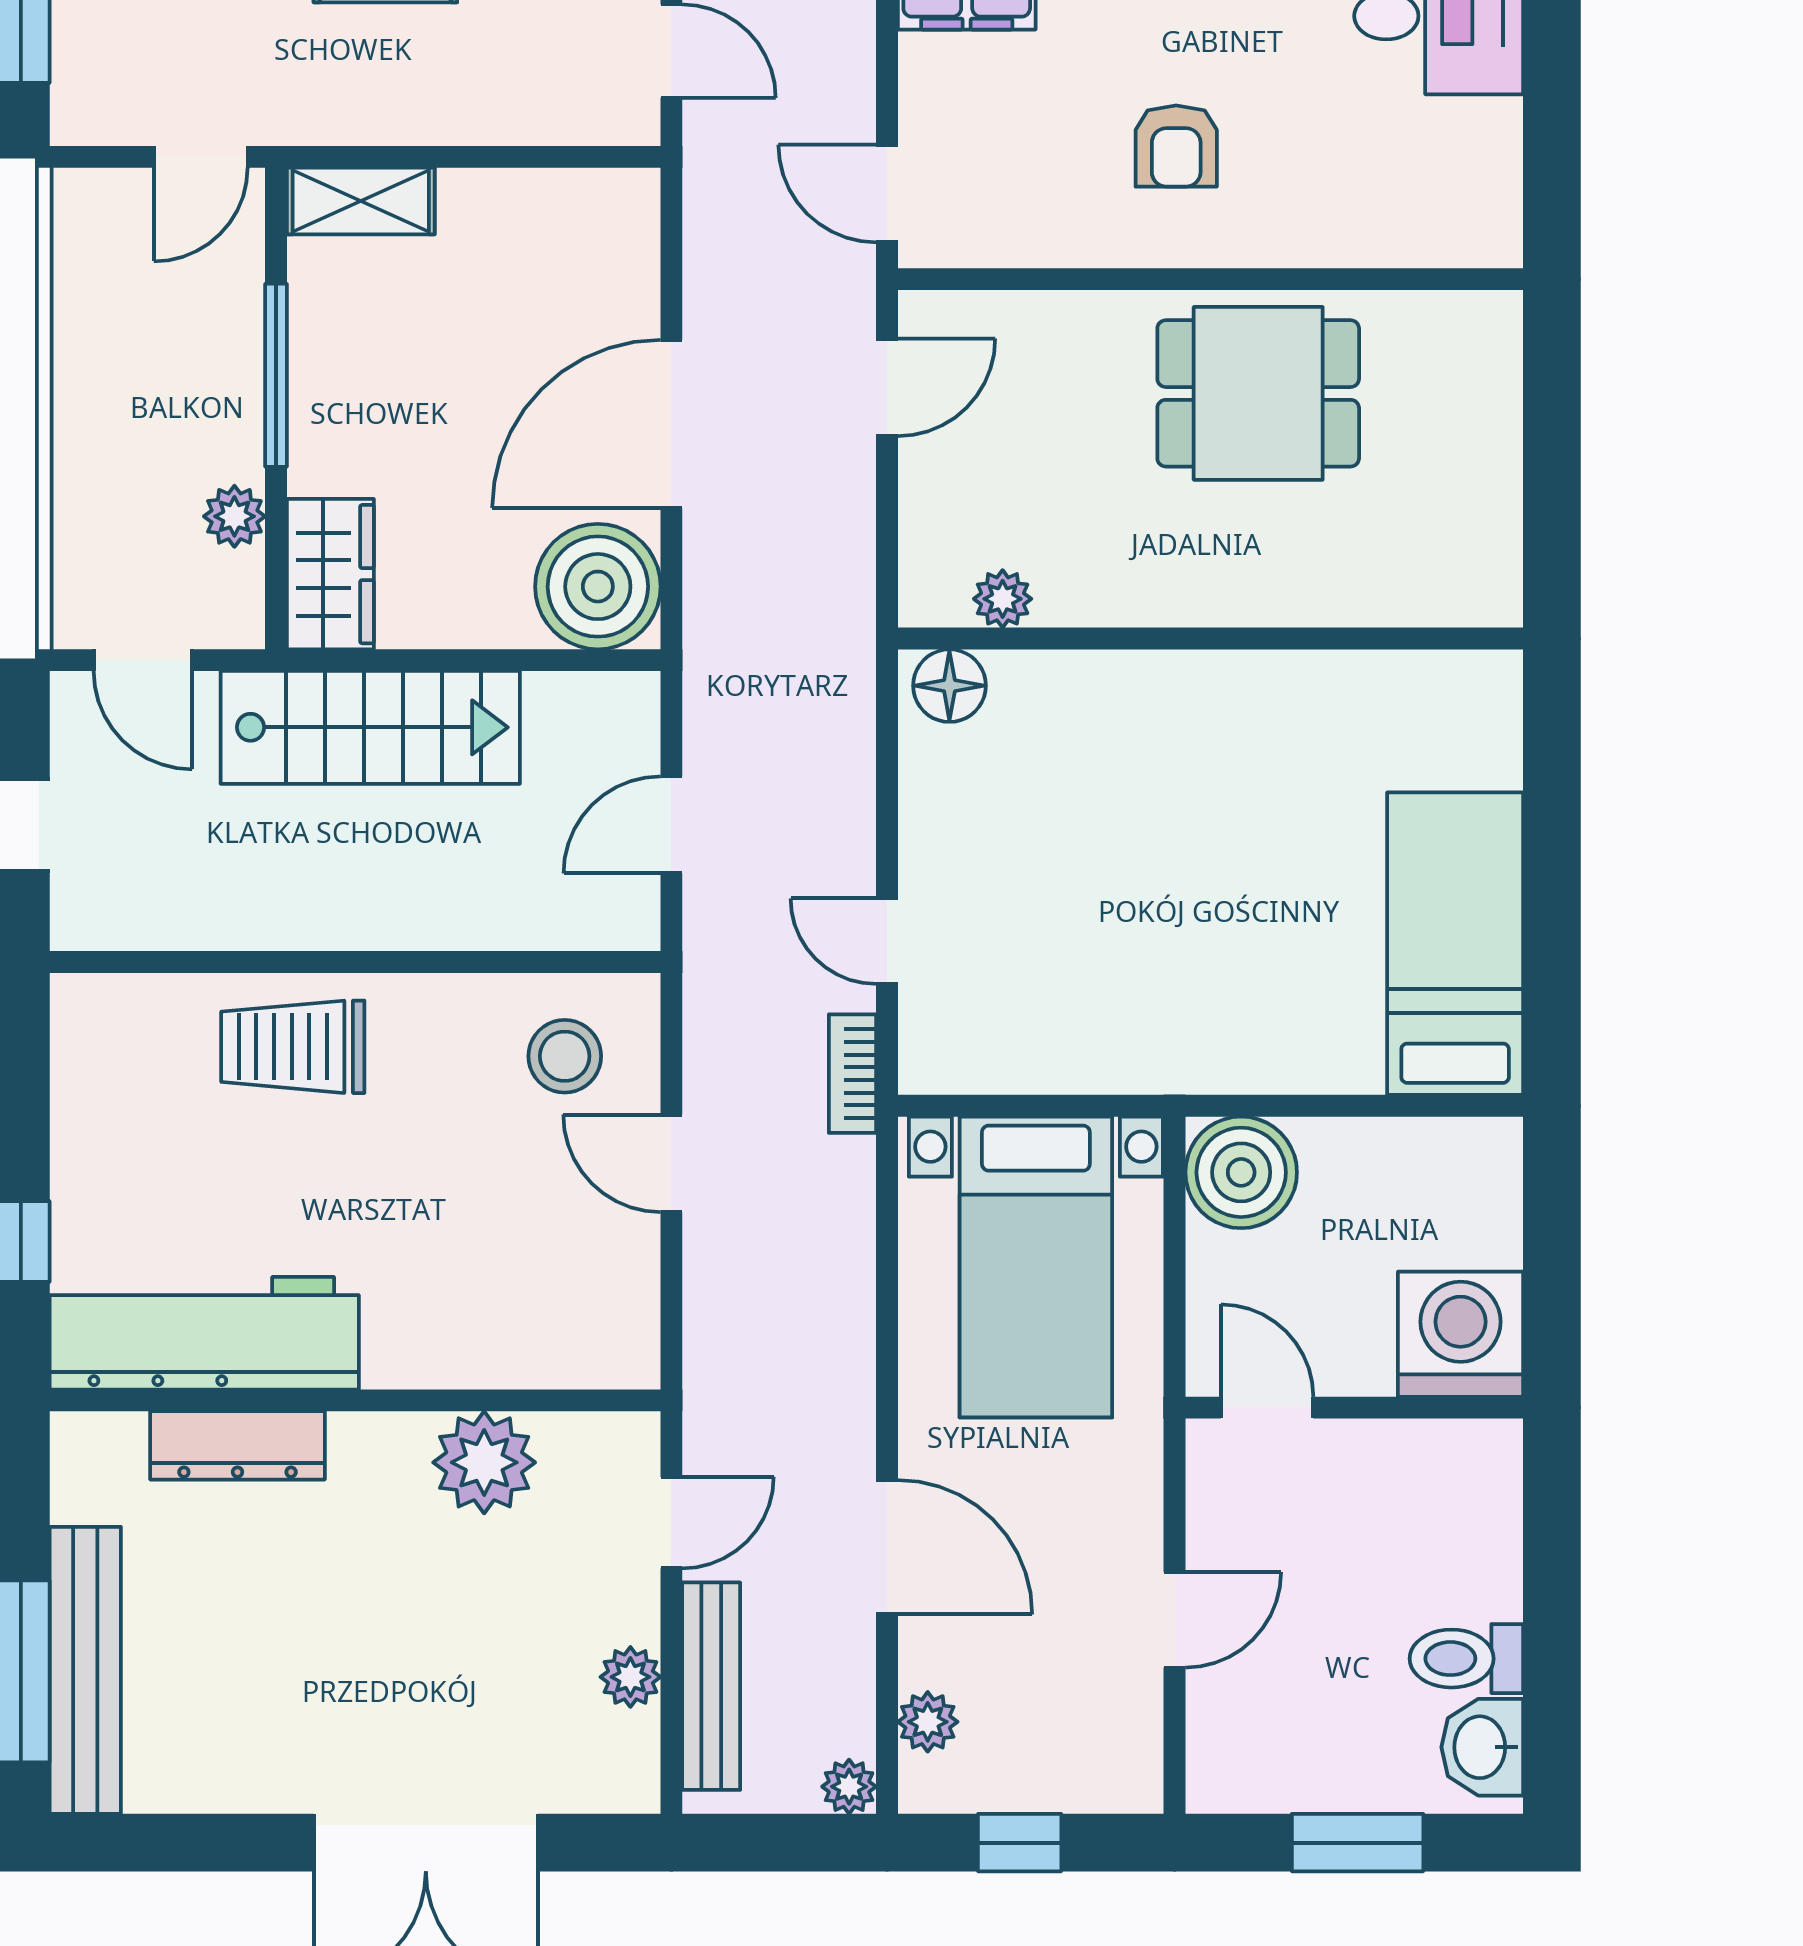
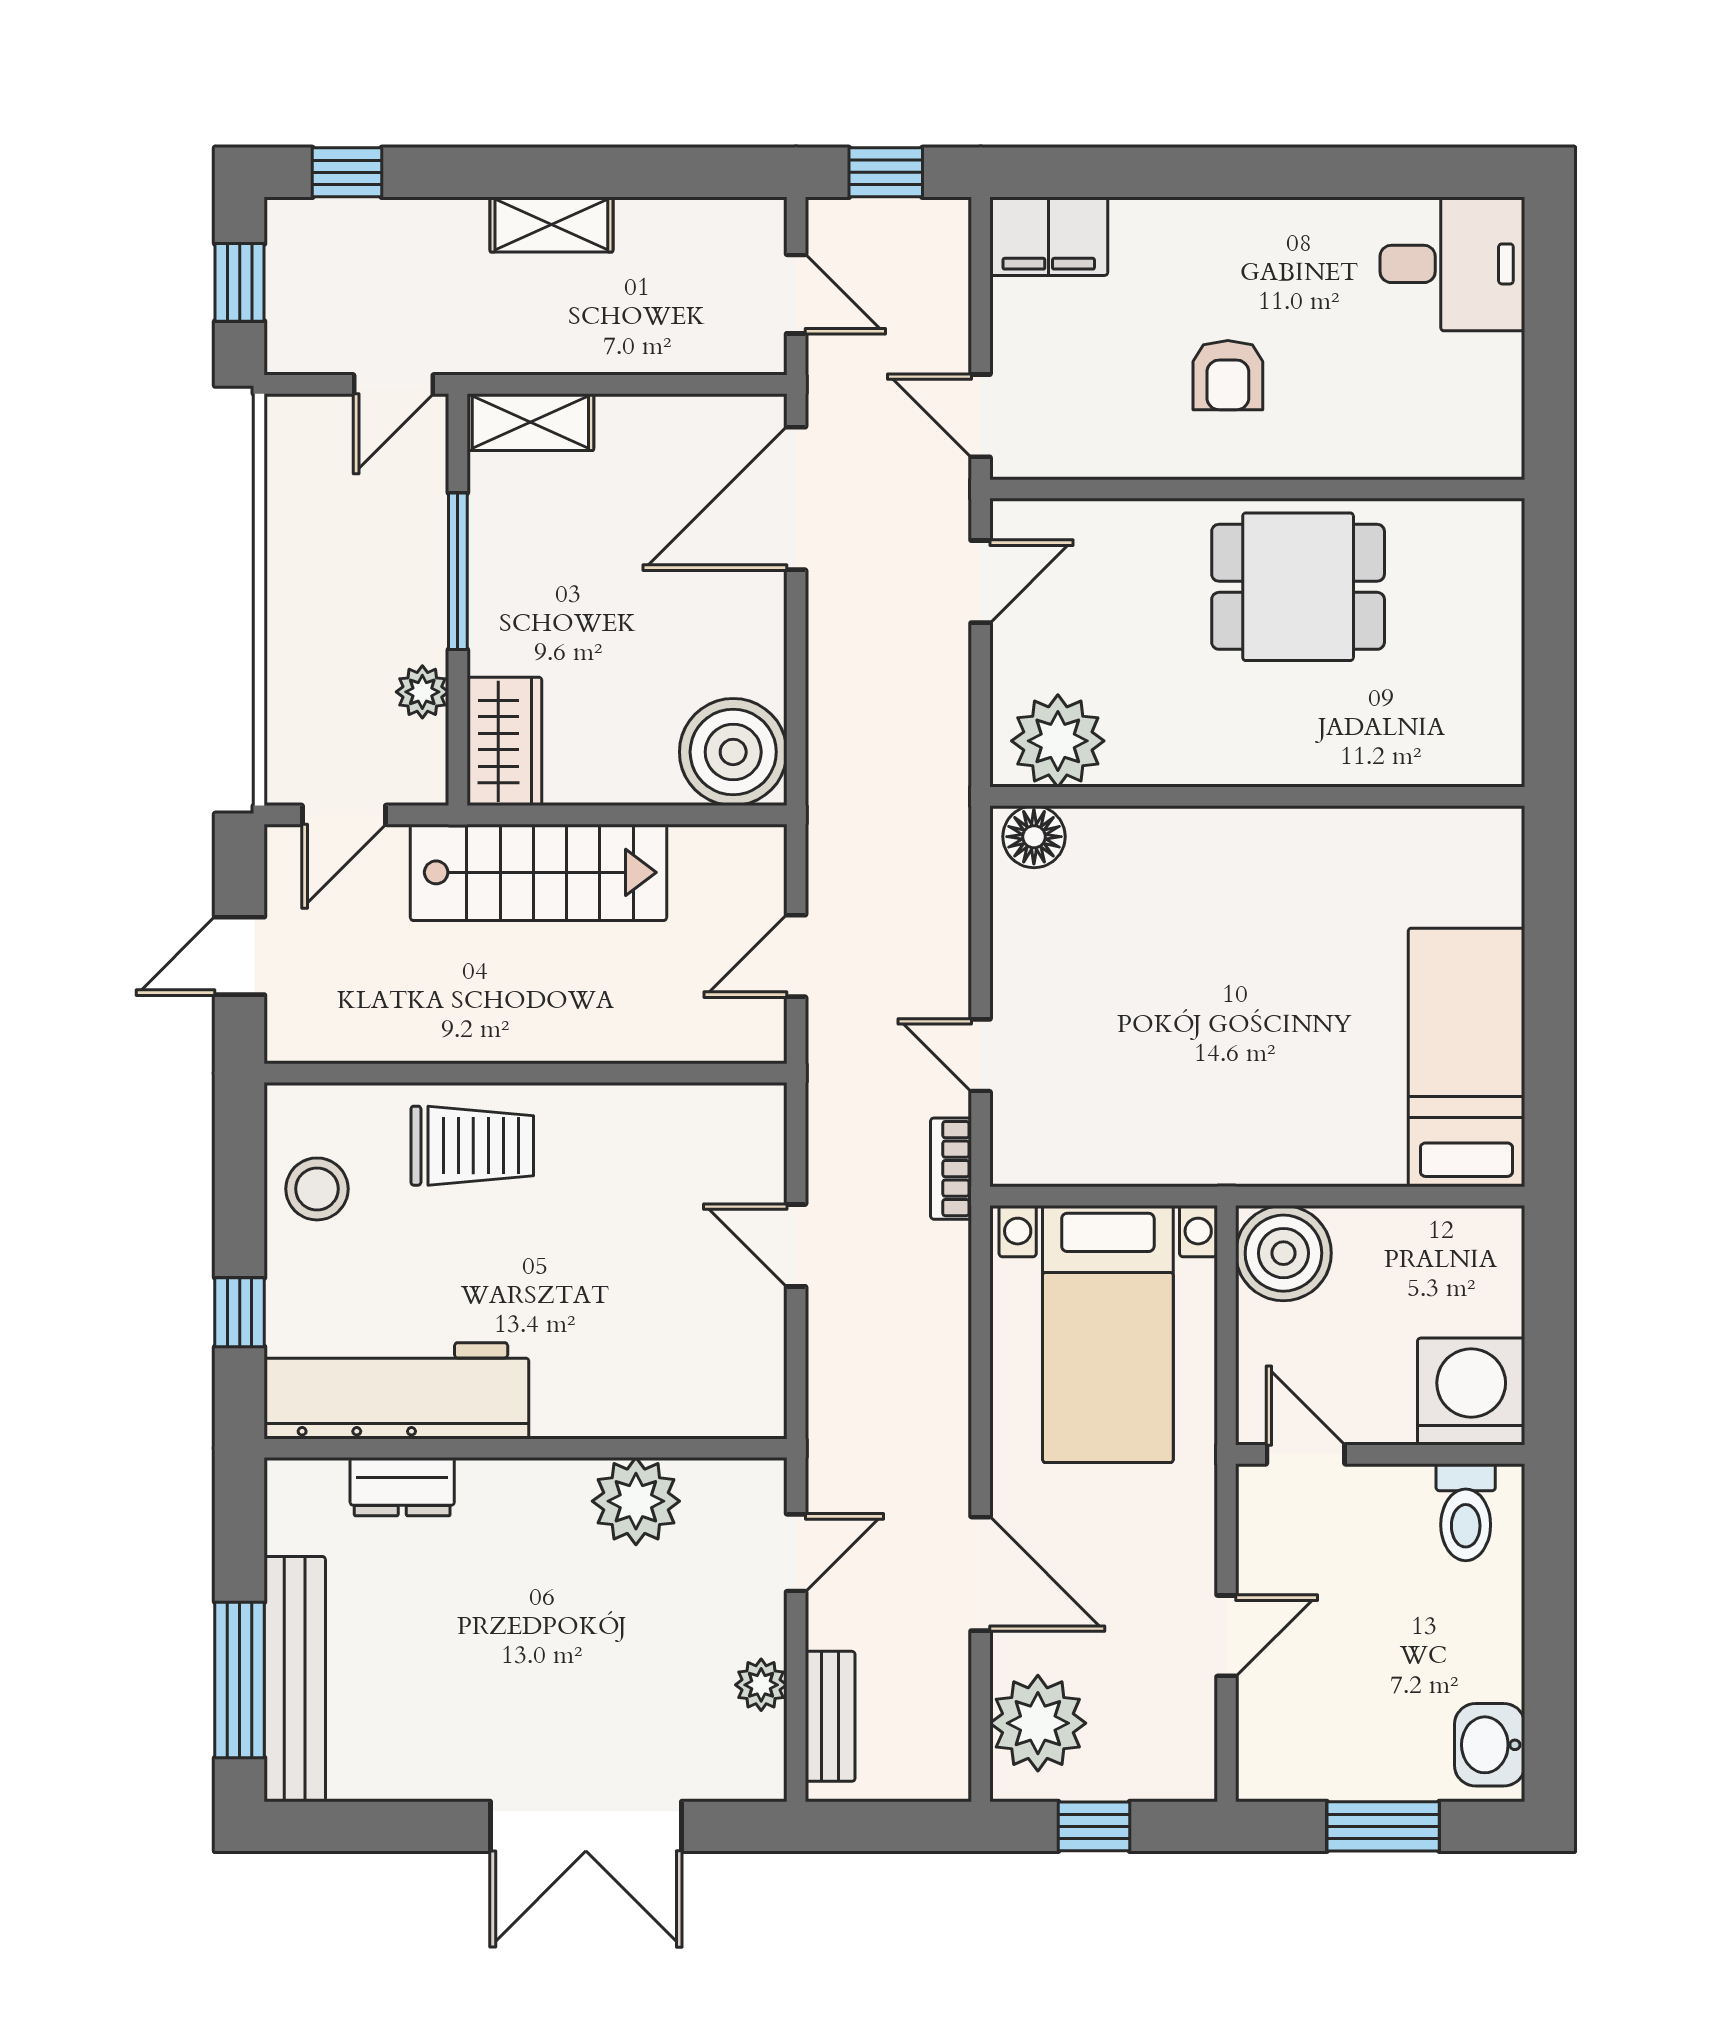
door: (671, 424) -> (796, 498), moved
plant: (1003, 599) -> (1058, 741), width x1.87, depth x1.87
door: (143, 660) -> (344, 815), hinge flipped
trolley: (293, 1047) -> (472, 1146), turned 180
stool: (565, 1056) -> (317, 1189), moved
dresser: (237, 1445) -> (402, 1487), width x0.70
toilet: (1466, 1659) -> (1466, 1512), moved, turned -90
bench: (711, 1686) -> (830, 1716), width x0.73
plant: (928, 1722) -> (1038, 1723), width x1.88, depth x1.88
plant: (849, 1787) -> (948, 1779), removed

